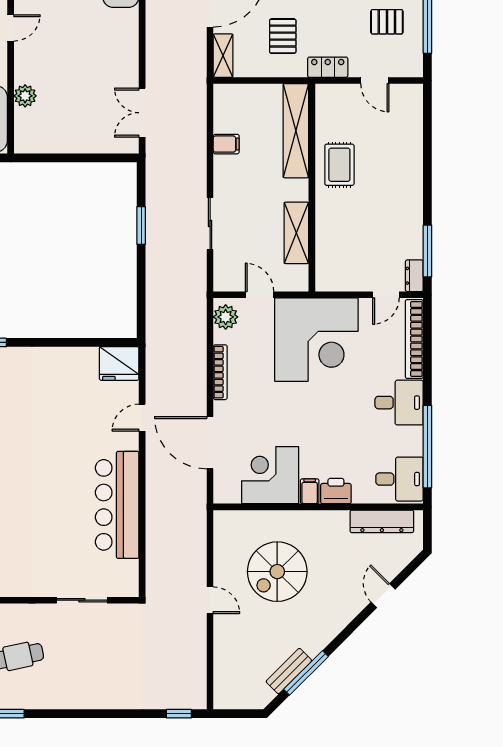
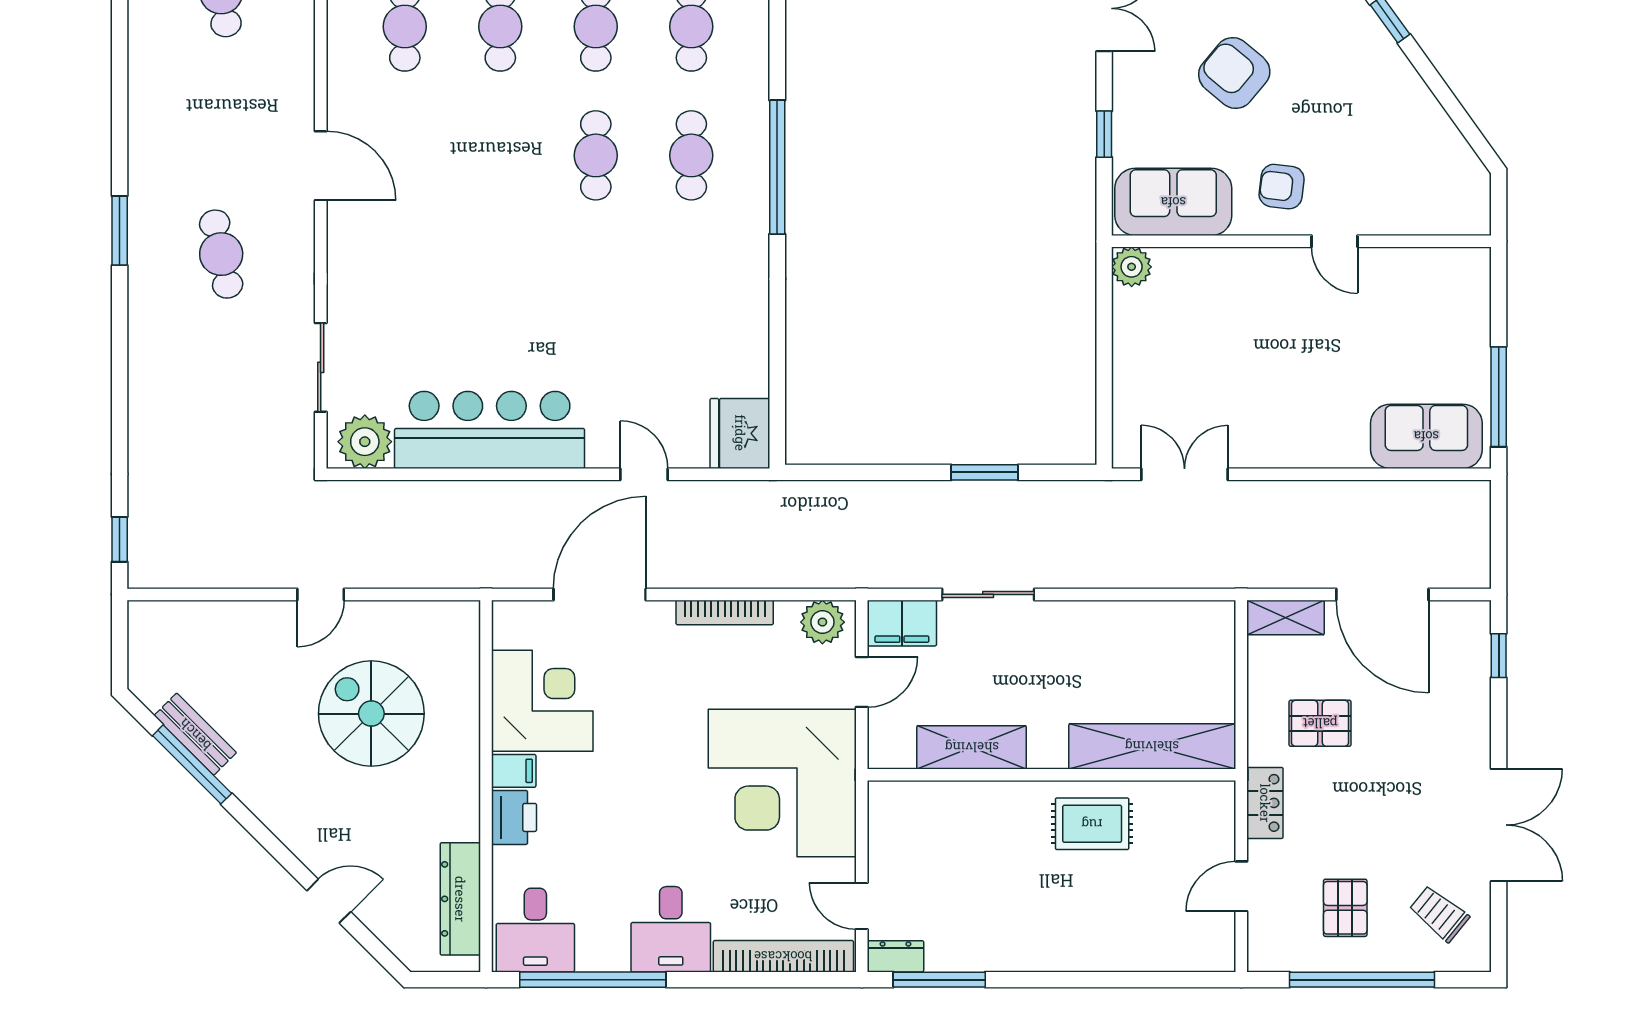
plant: (25, 96) -> (1132, 267), moved
filing cabinet: (226, 144) -> (902, 623), moved, width x2.00
plant: (124, 575) -> (365, 442), added

